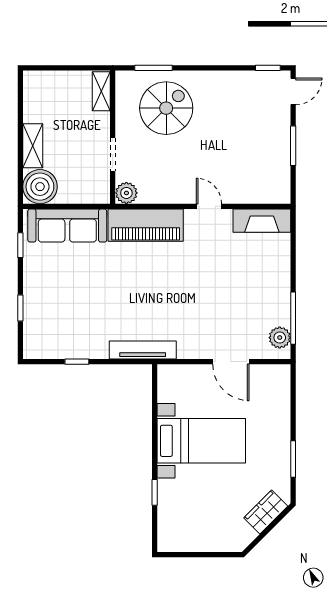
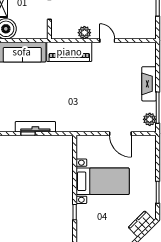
plant: (126, 193) -> (84, 33), moved
fireplace: (262, 221) -> (149, 84), moved, turned 90
tv unit: (143, 350) -> (35, 127), moved

